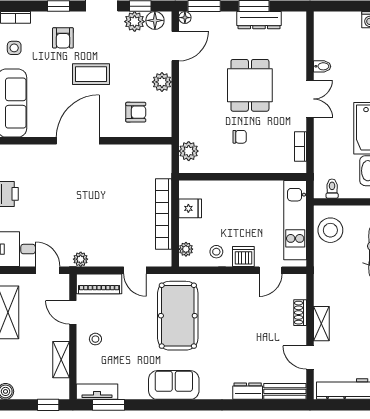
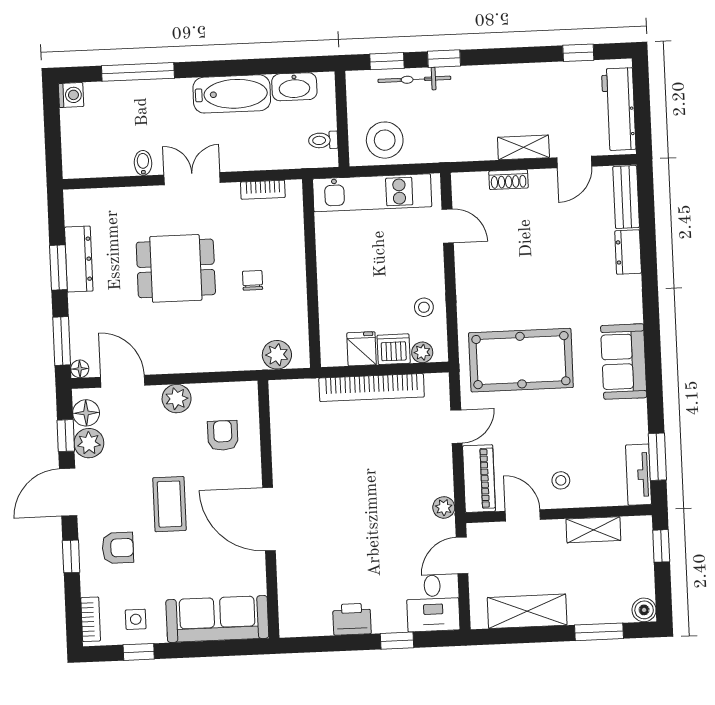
dishwasher: (243, 257) -> (394, 349), moved, turned 90
door: (73, 312) -> (523, 515), swing flipped

